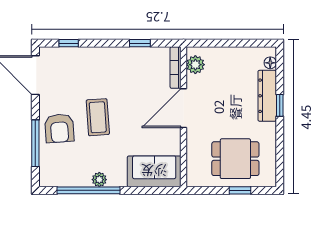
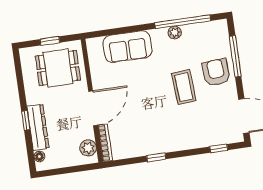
plant: (195, 65) -> (88, 148), moved
bookcase: (176, 67) -> (105, 143), moved
door: (184, 108) -> (93, 108), moved
wall: (184, 117) -> (92, 101), moved

